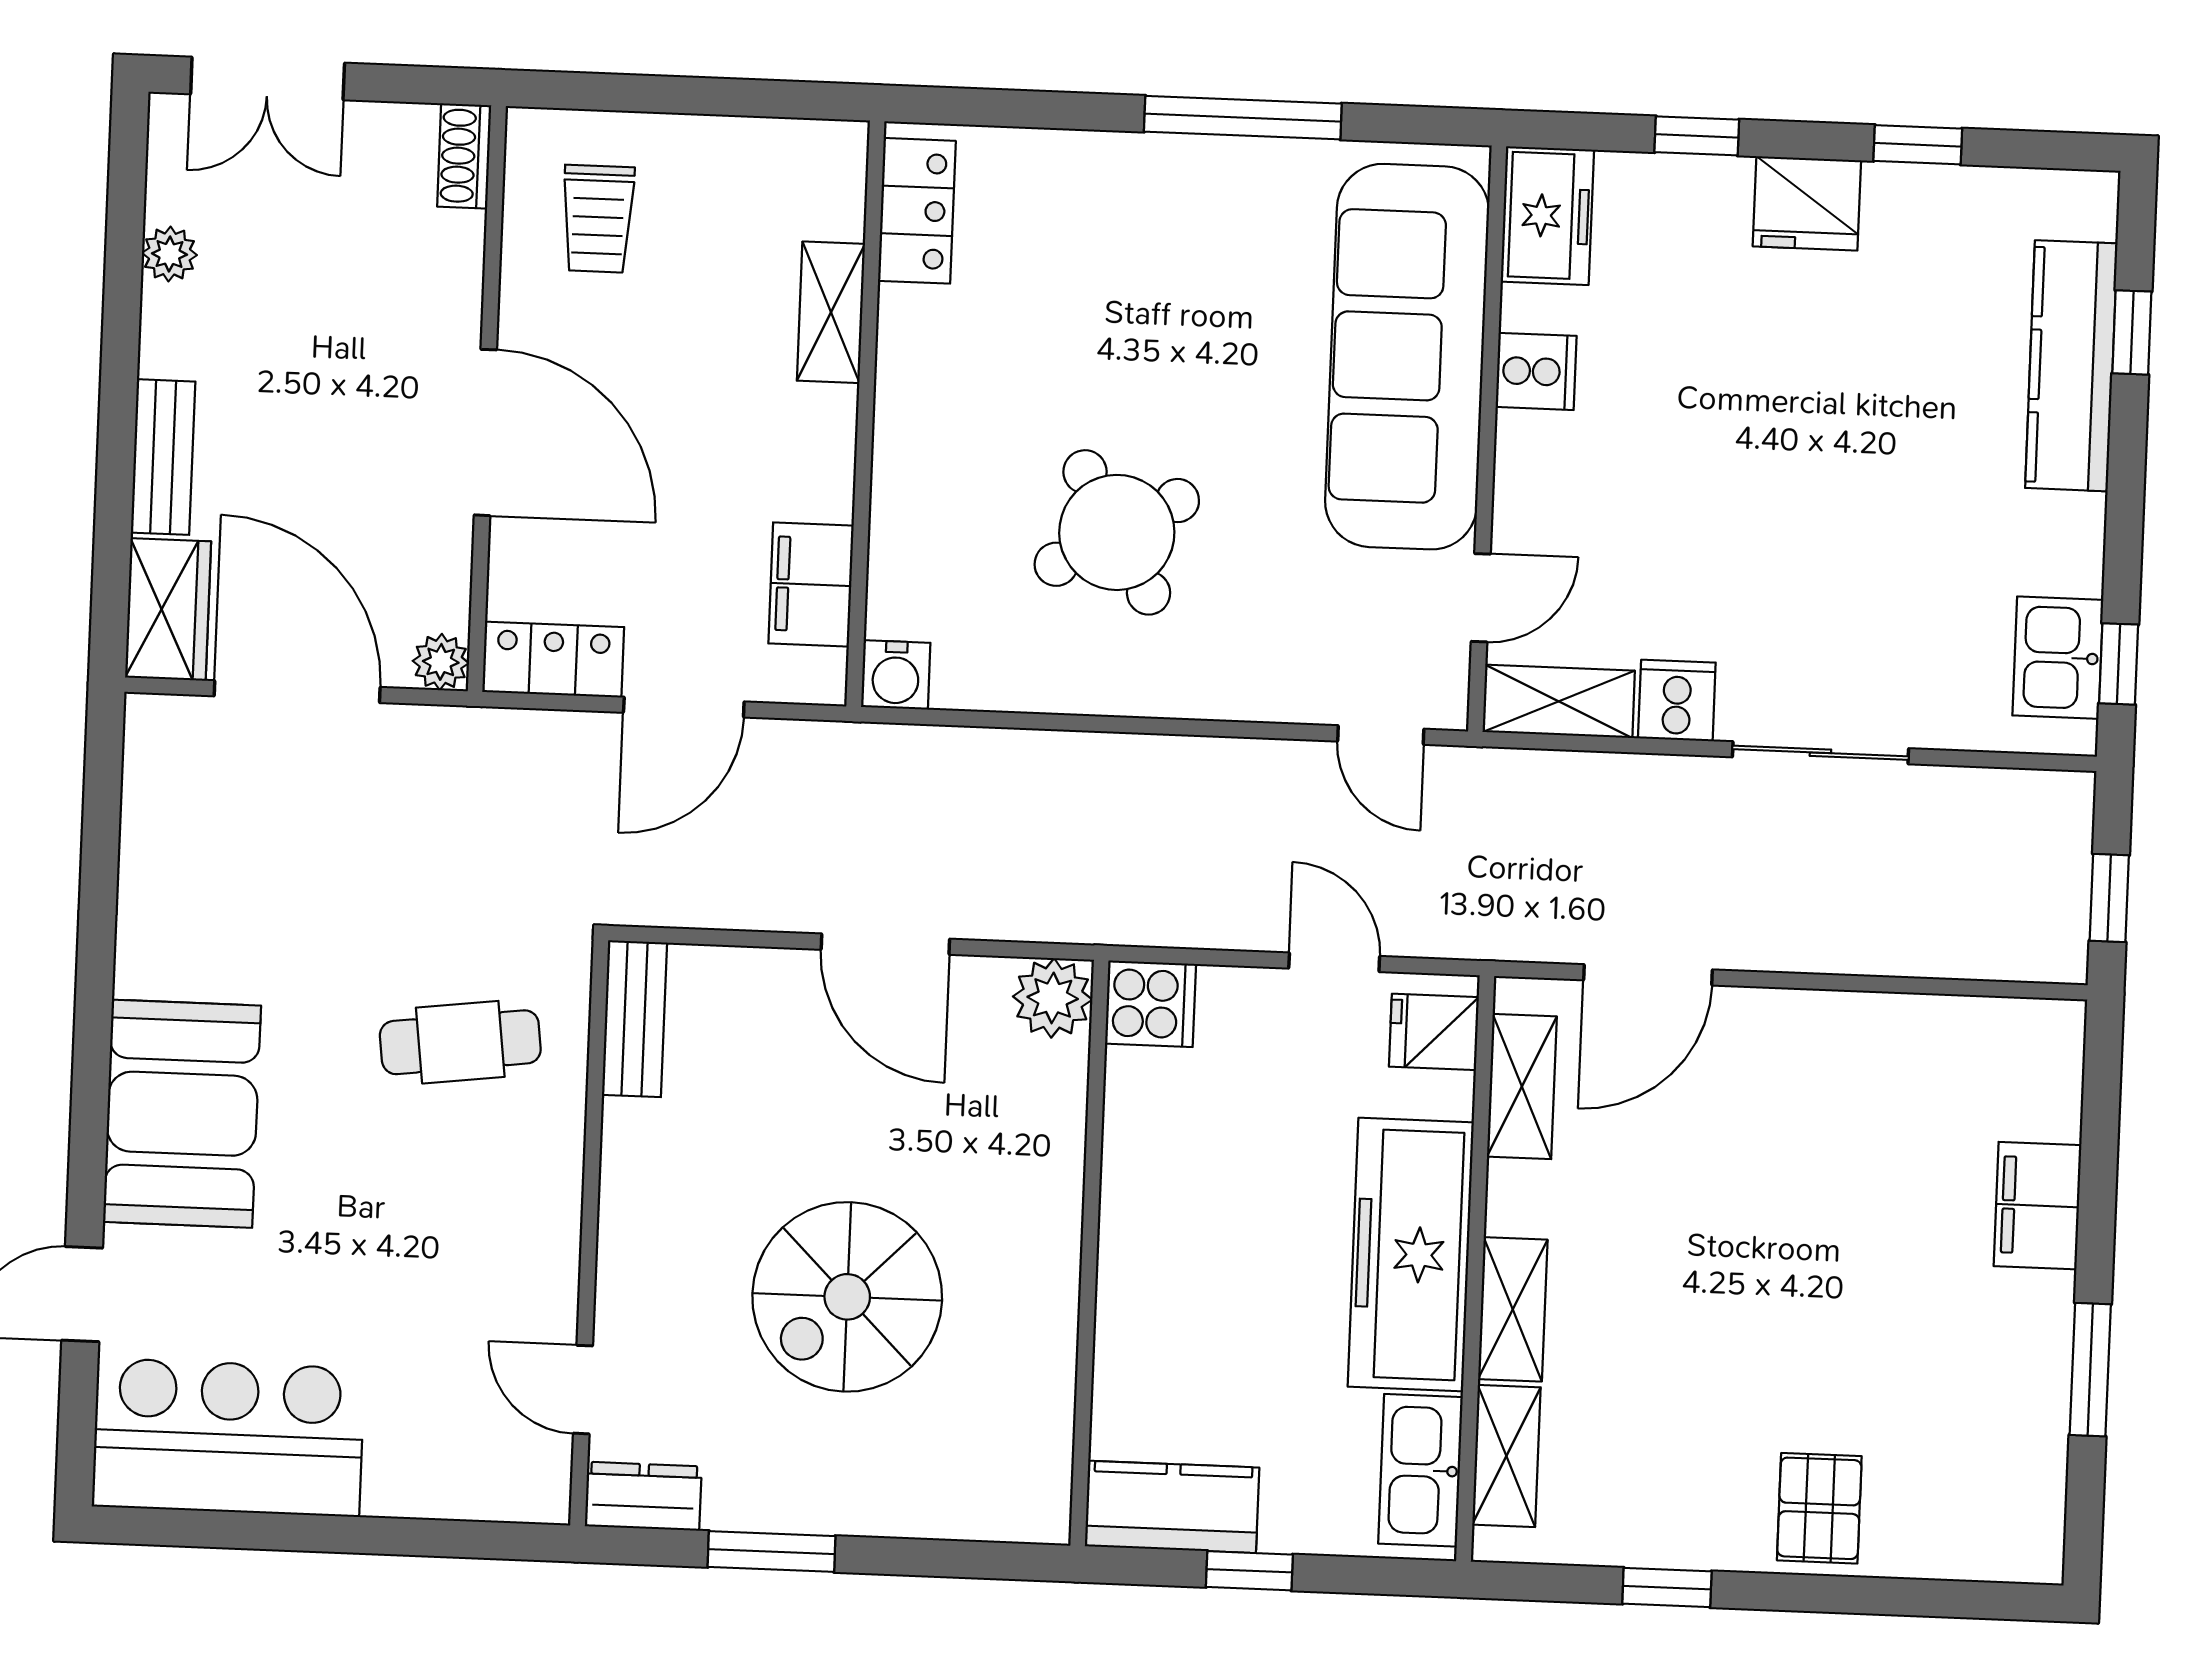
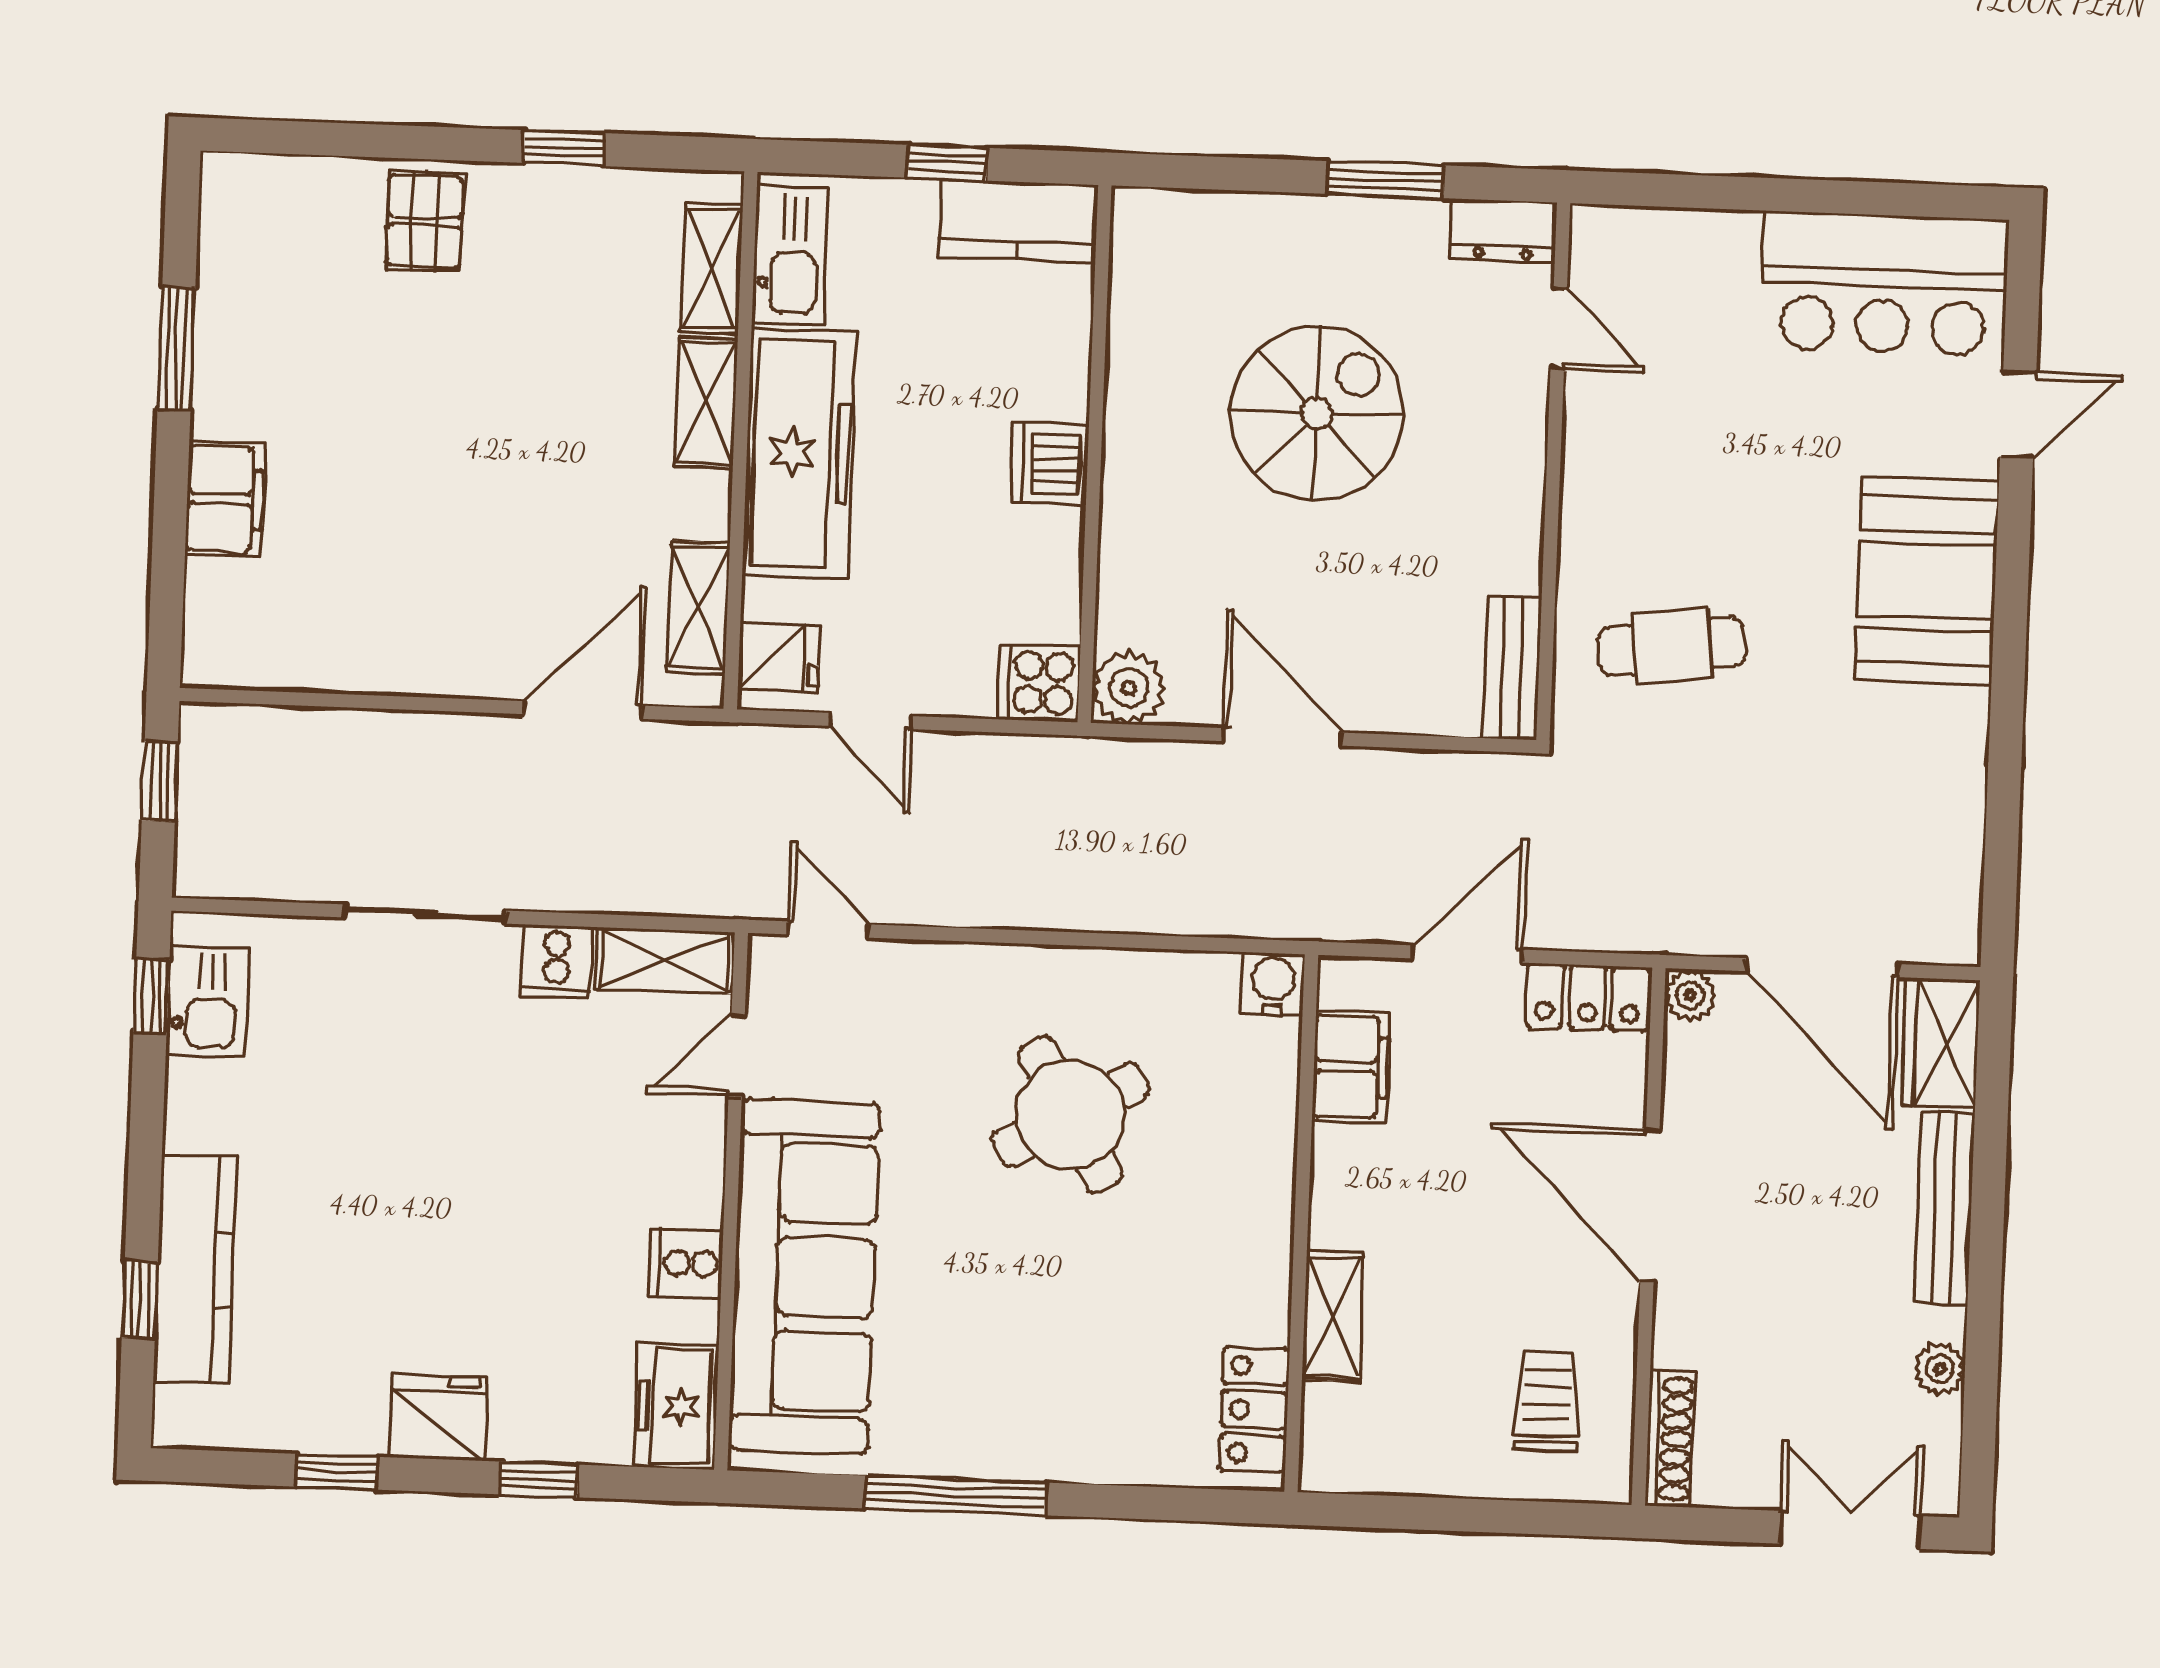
shoe rack: (464, 156) -> (1670, 1439), width x1.43
bench: (163, 457) -> (1944, 1208), width x1.36
dishwasher: (1138, 1242) -> (1050, 464), added

